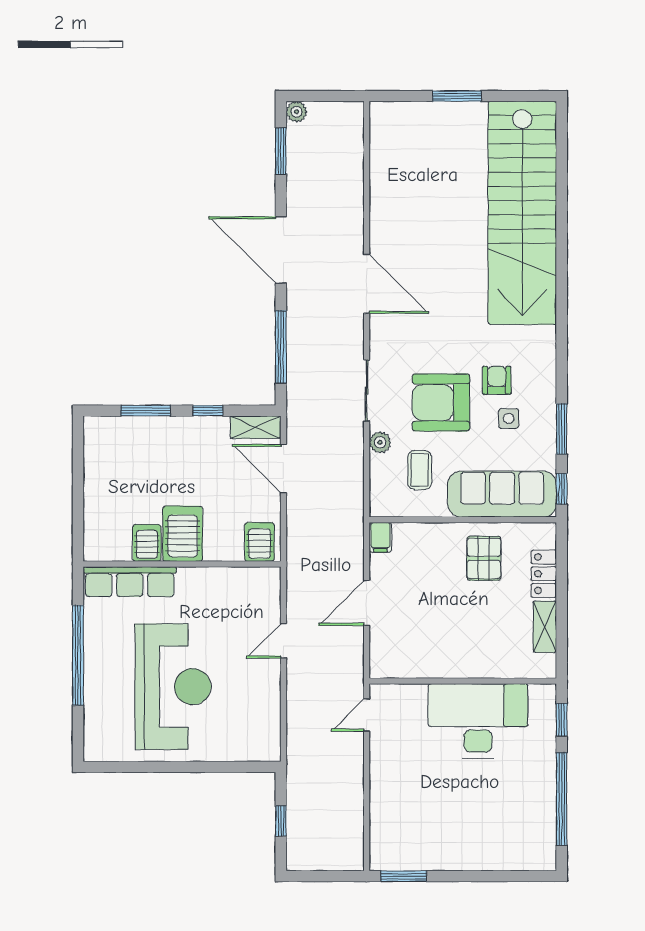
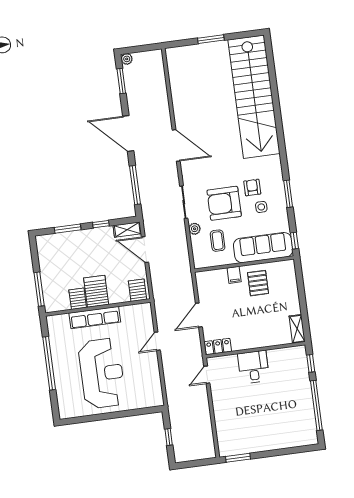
window: (562, 429) -> (288, 194), moved
window: (78, 516) -> (39, 289), added
filing cabinet: (380, 537) -> (234, 275), moved
locker: (544, 574) -> (218, 347), moved, turned 90
row of seats: (130, 582) -> (95, 317), moved
shelving: (545, 627) -> (297, 329), moved
desk: (478, 721) -> (253, 367), width x0.53, depth x0.77

